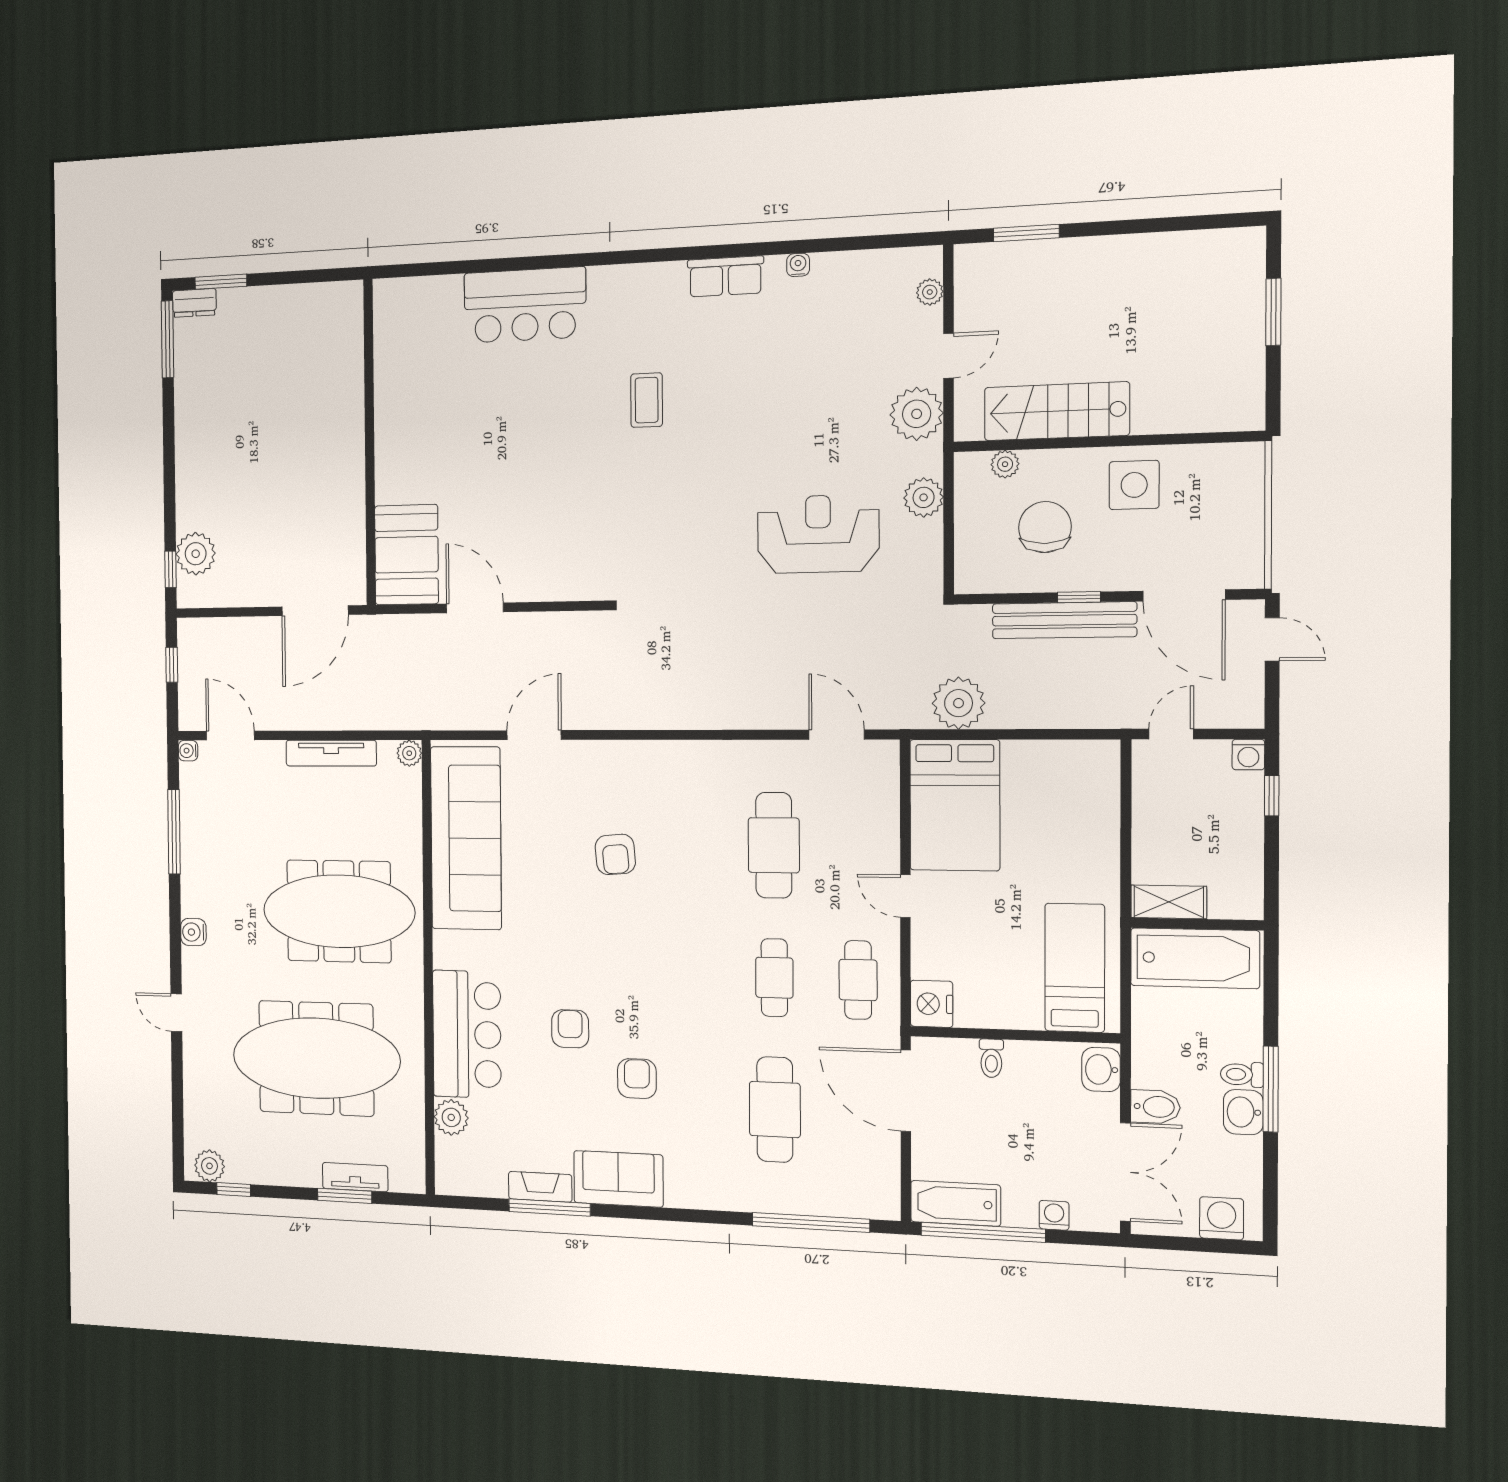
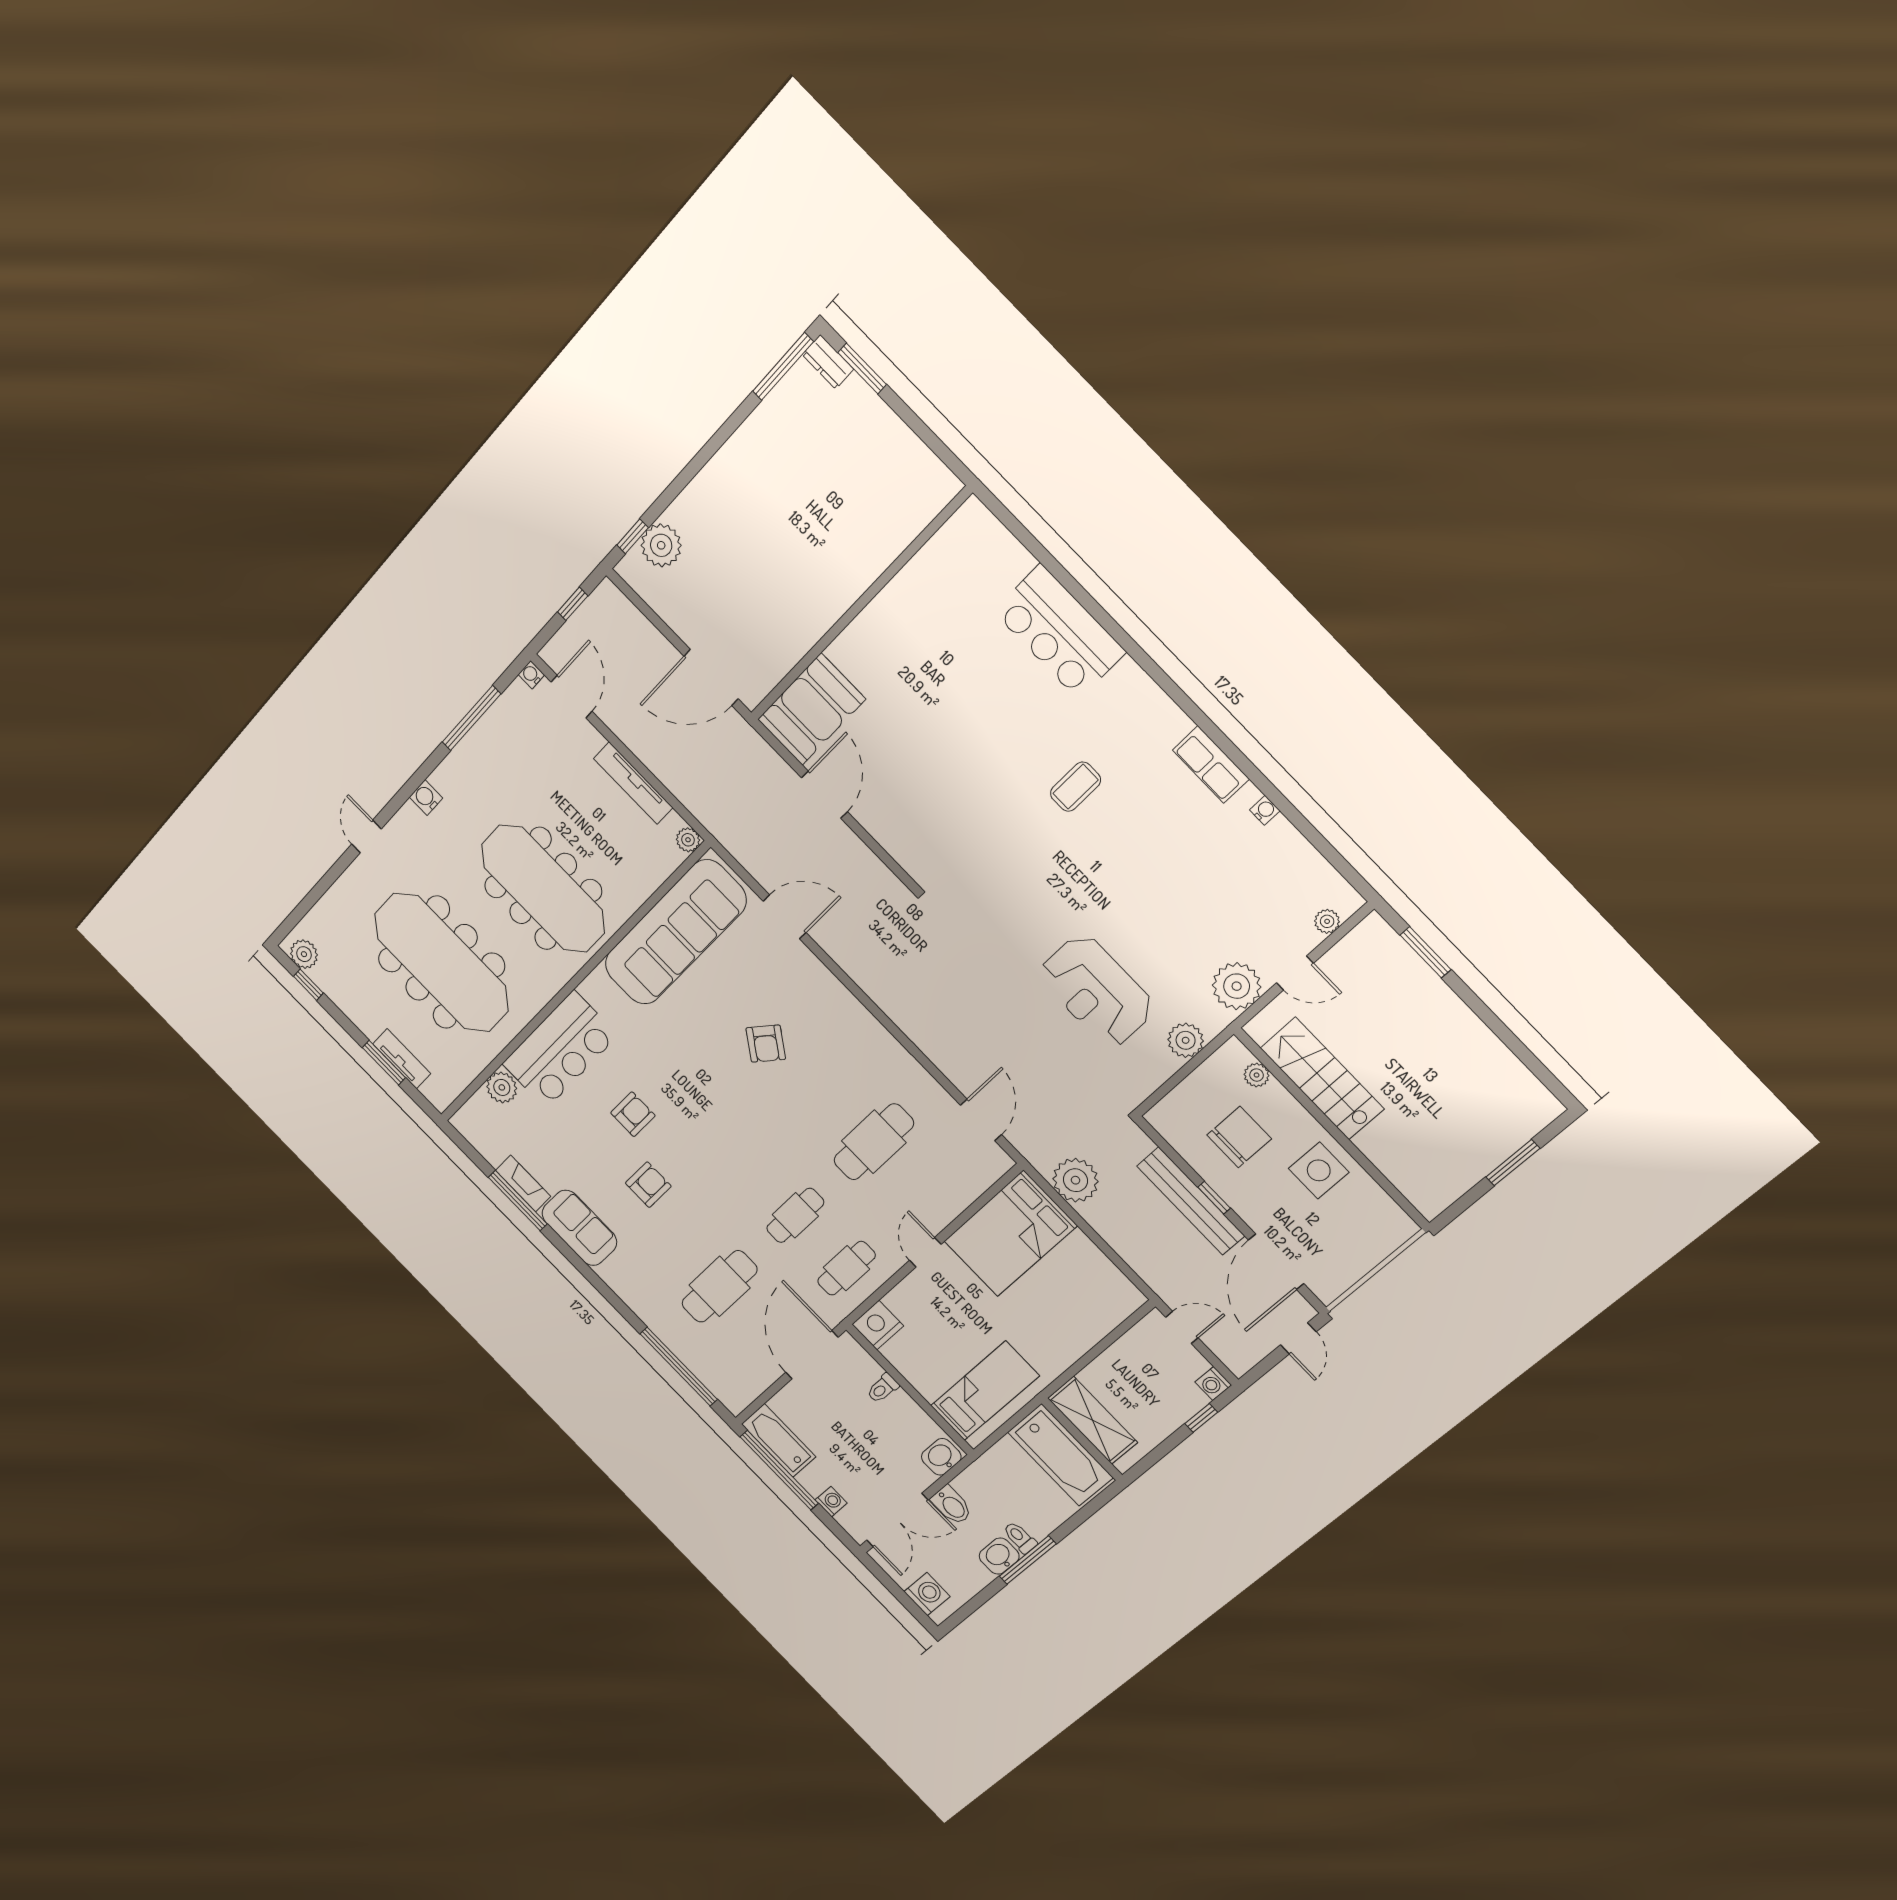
reception desk: (818, 534) -> (1097, 991), turned 180
armchair: (615, 854) -> (766, 1044), turned -48
shelving: (1169, 902) -> (1093, 1420), width x1.50, depth x1.33

